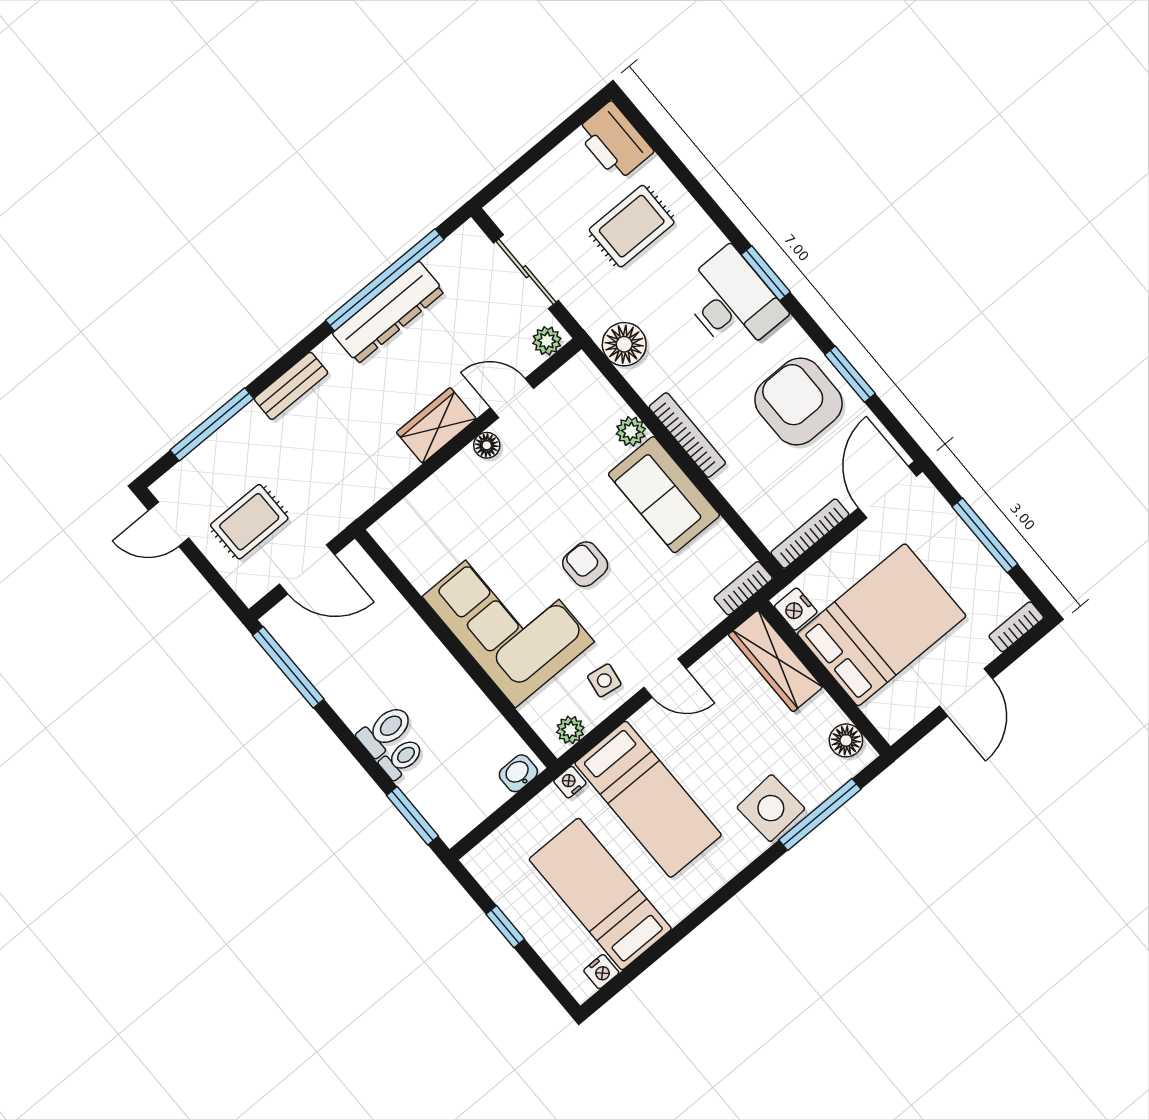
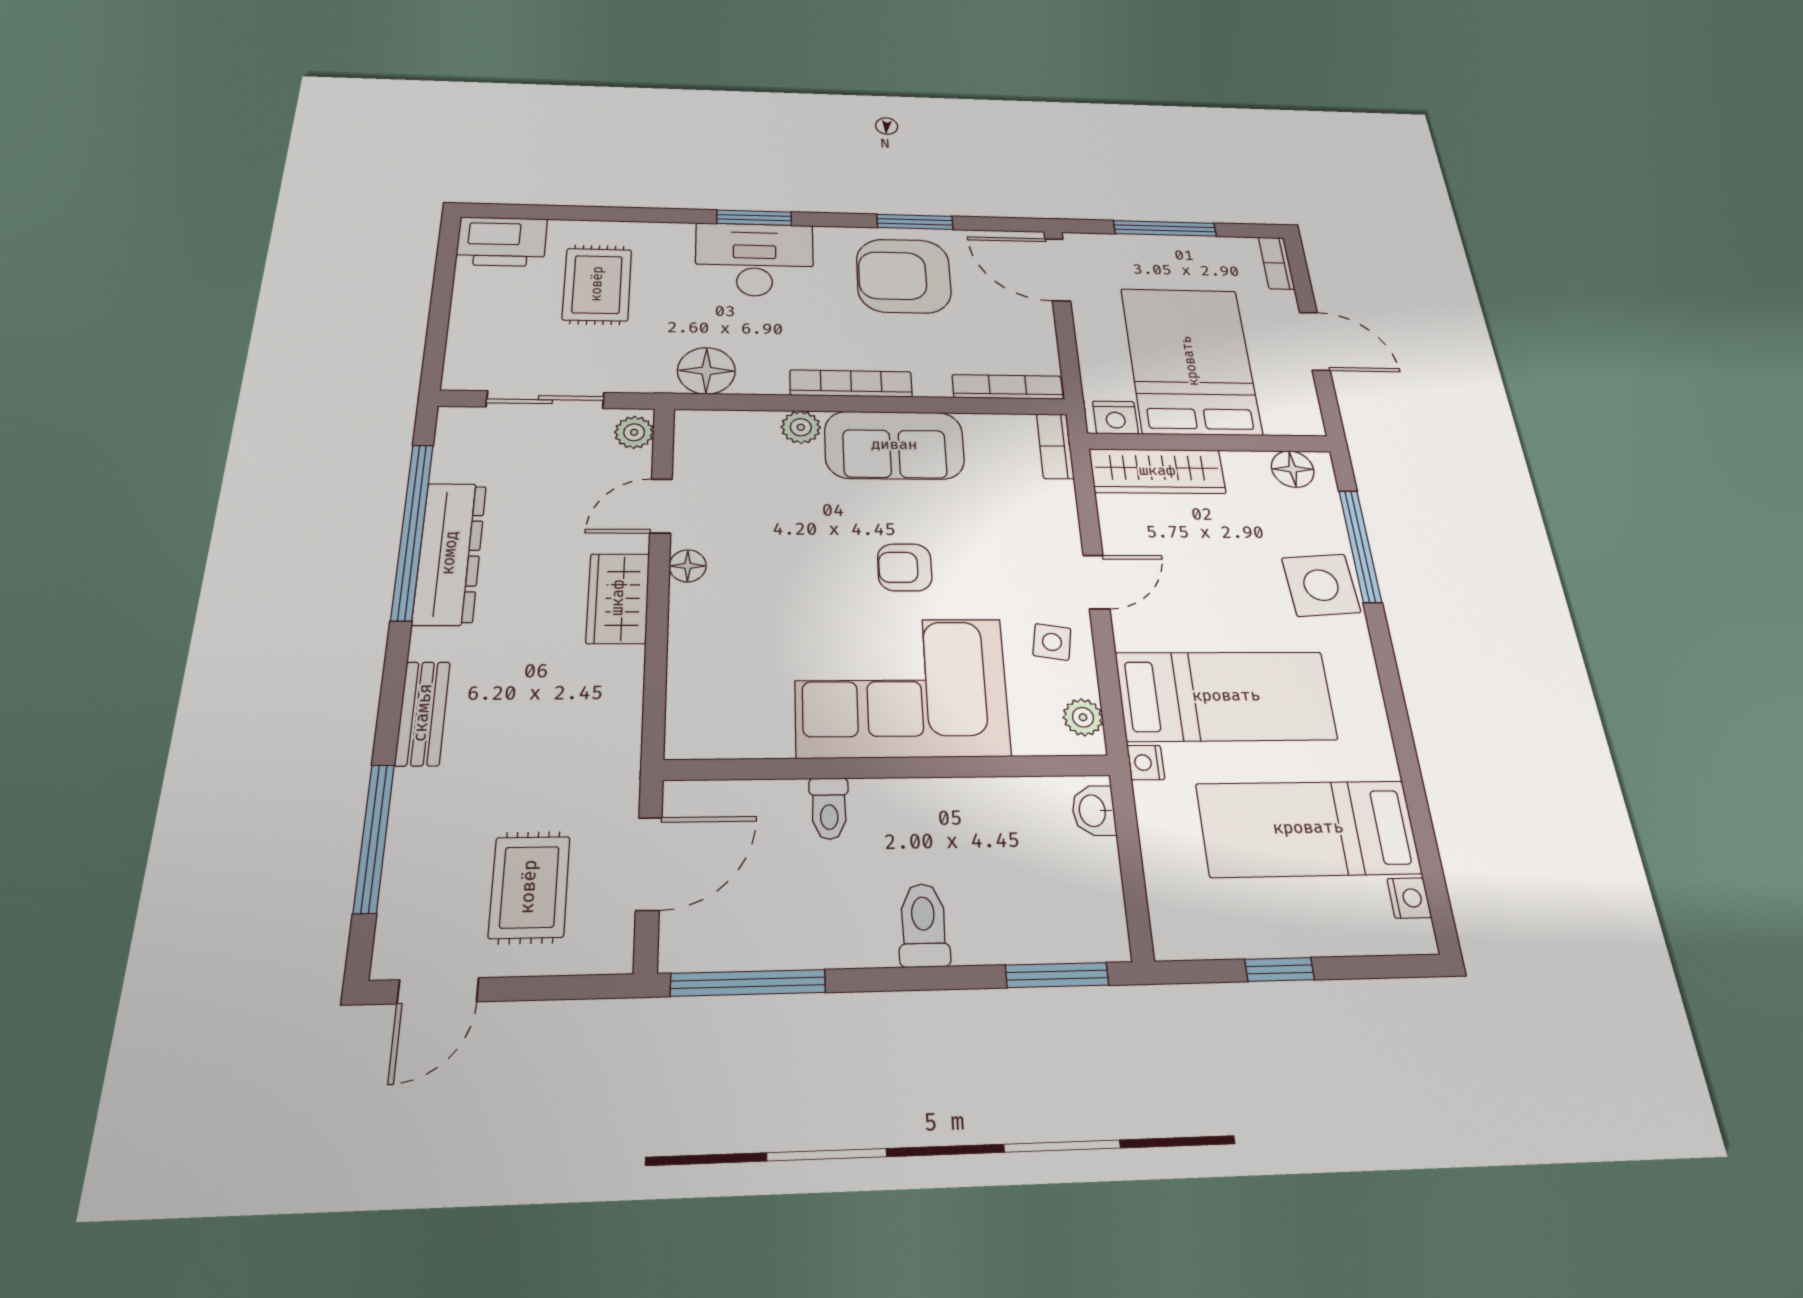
bookcase: (810, 534) -> (1008, 387), moved, turned 90
toilet: (401, 759) -> (829, 809), moved, turned 180

